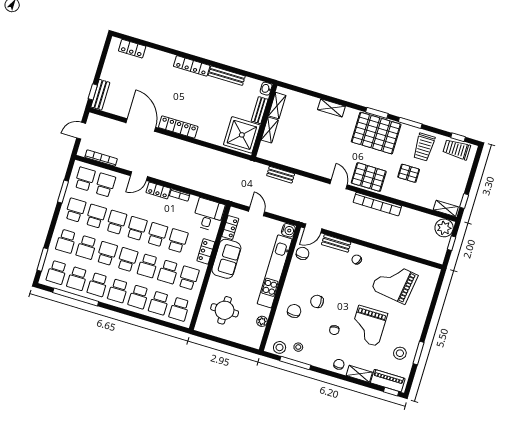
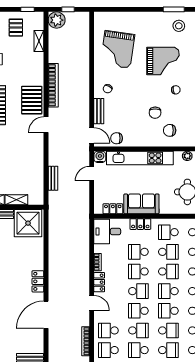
locker: (178, 127) -> (38, 281), width x0.66
pallet: (409, 173) -> (16, 28), moved
shelving: (446, 208) -> (39, 41), moved
door: (257, 211) -> (92, 174), moved
school desk: (96, 216) -> (138, 330), turned 180
school desk: (137, 228) -> (138, 291), turned 180

